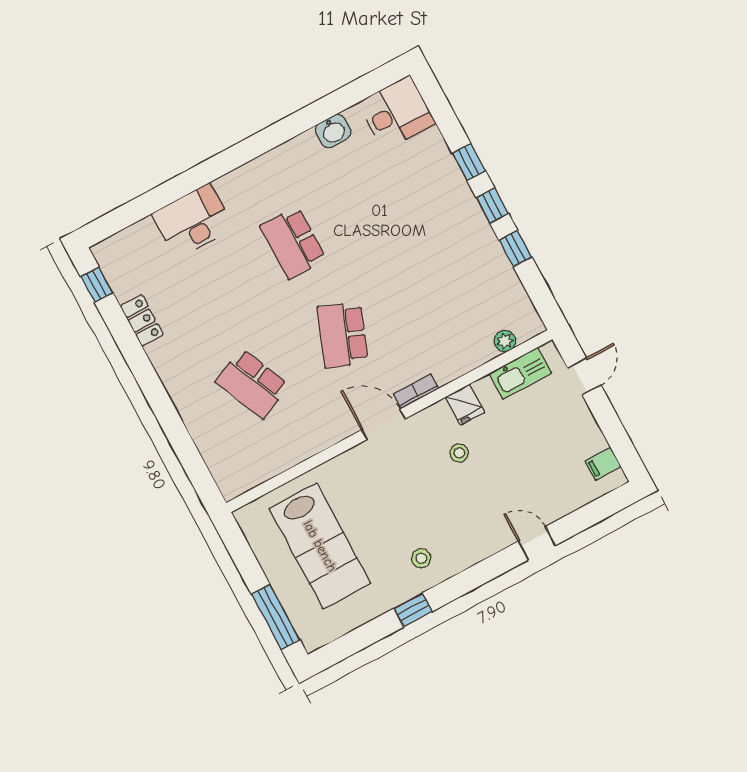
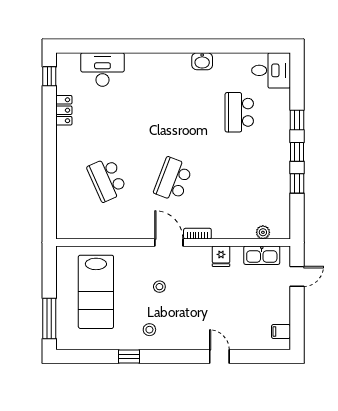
washbasin: (333, 131) -> (202, 61), moved
desk: (193, 221) -> (102, 69), moved
school desk: (293, 243) -> (239, 112), moved
stool: (459, 453) -> (159, 287), moved

